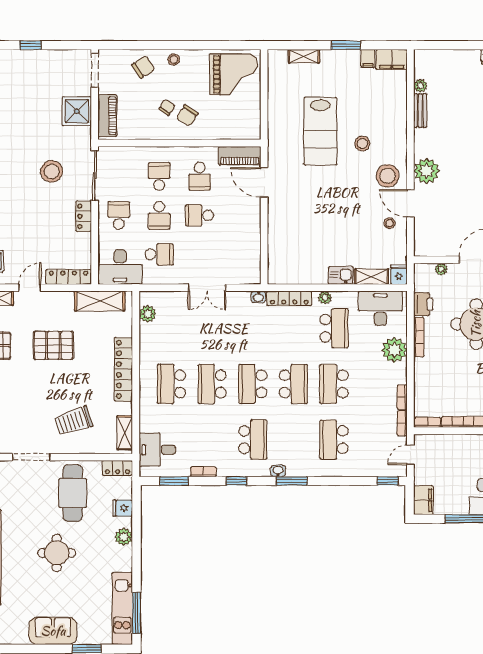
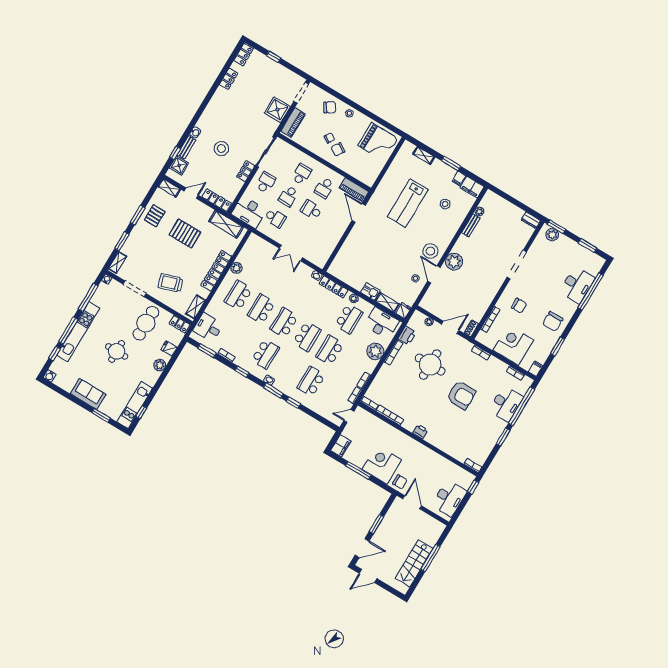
stool: (362, 144) -> (445, 204), moved
stool: (52, 171) -> (221, 149), moved
plant: (148, 314) -> (236, 268), moved
window: (388, 481) -> (293, 402), moved
window: (137, 613) -> (141, 412), width x0.46

